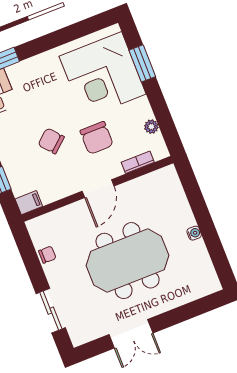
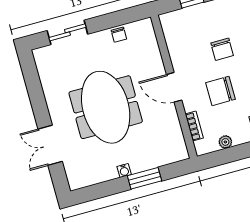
chair: (51, 141) -> (222, 49), turned 131
filing cabinet: (29, 203) -> (168, 23), removed
window: (200, 210) -> (145, 178), added
double door: (131, 334) -> (50, 145), moved

